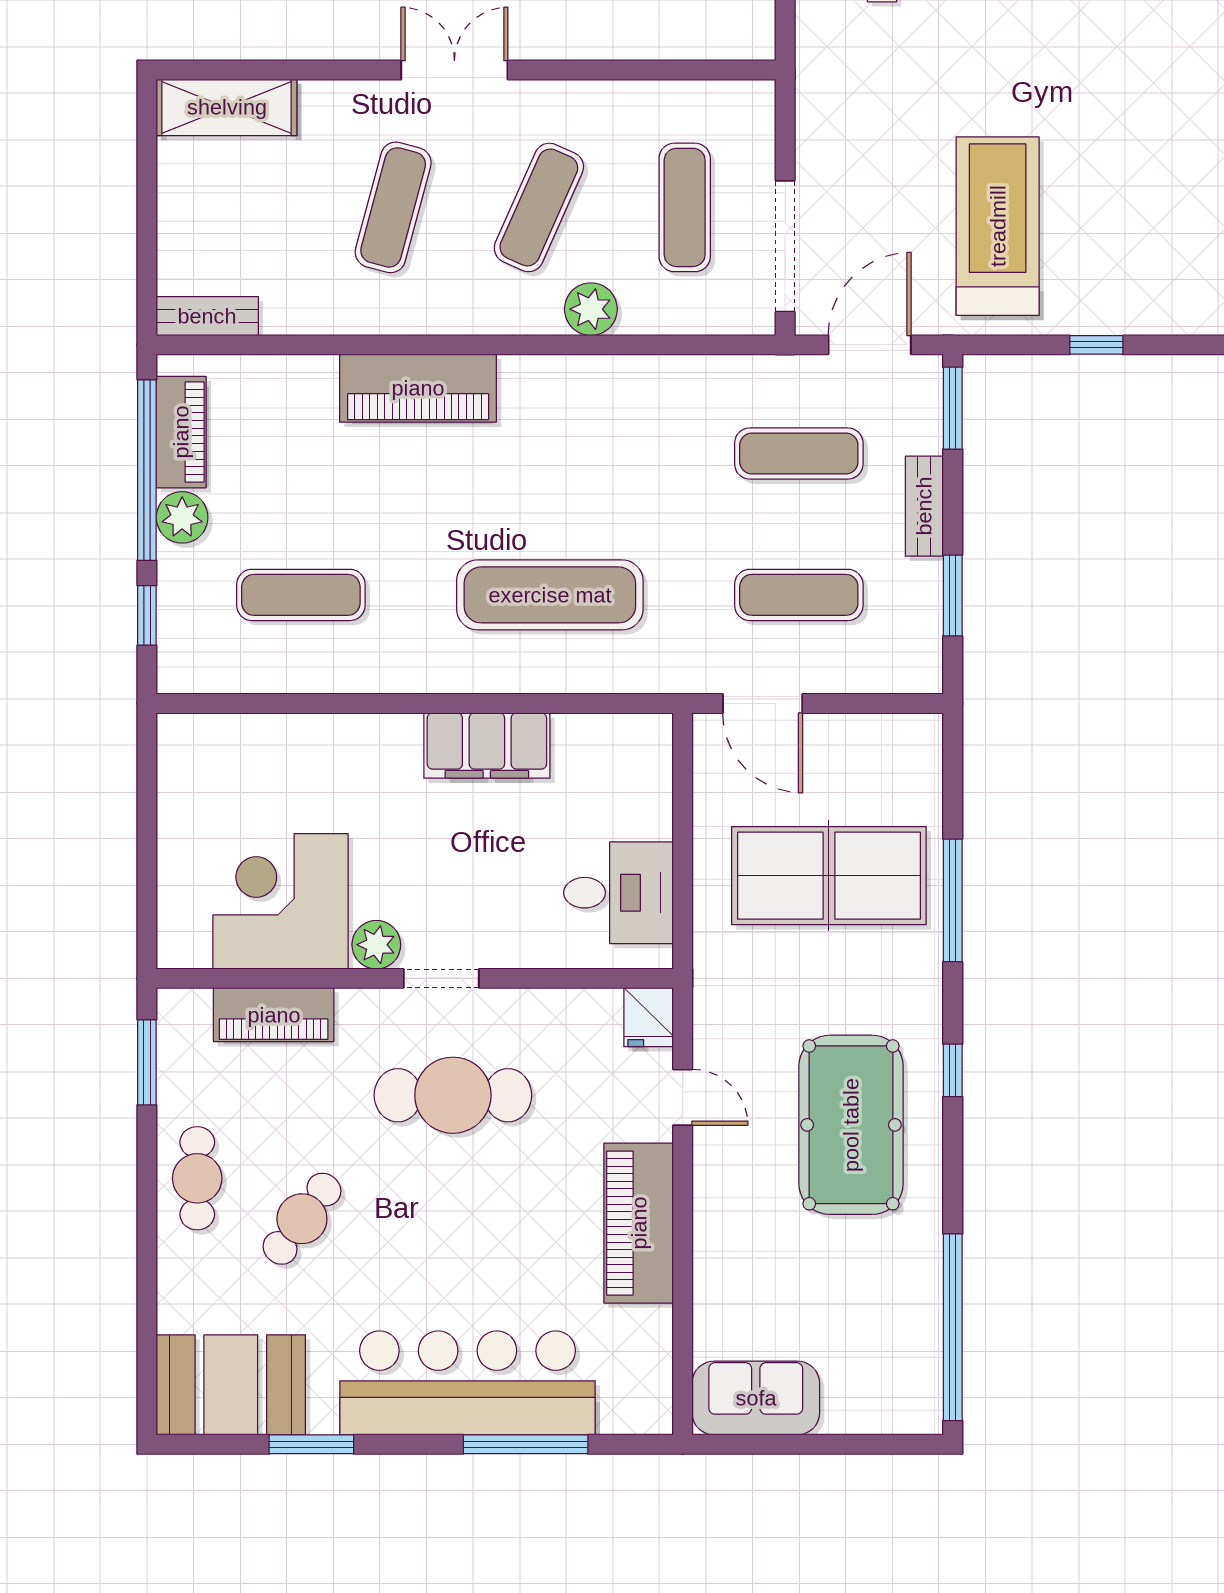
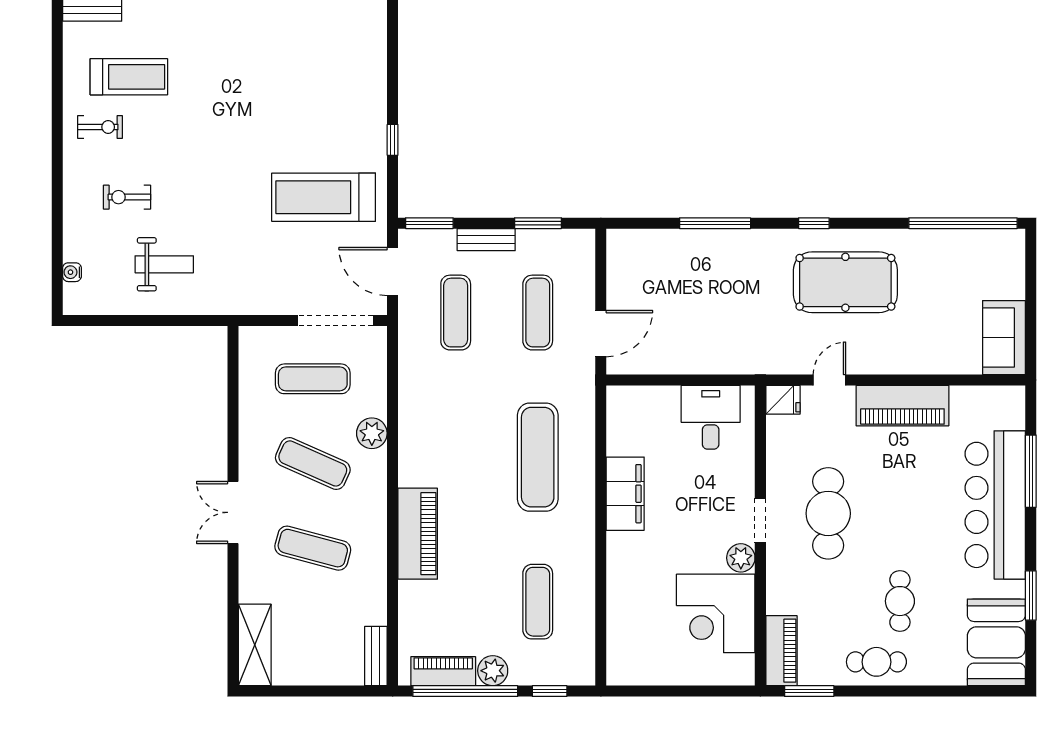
table tennis table: (829, 876) -> (701, 295), removed
piano: (274, 1015) -> (781, 651), moved
cafe table: (302, 1219) -> (900, 601), turned 53

